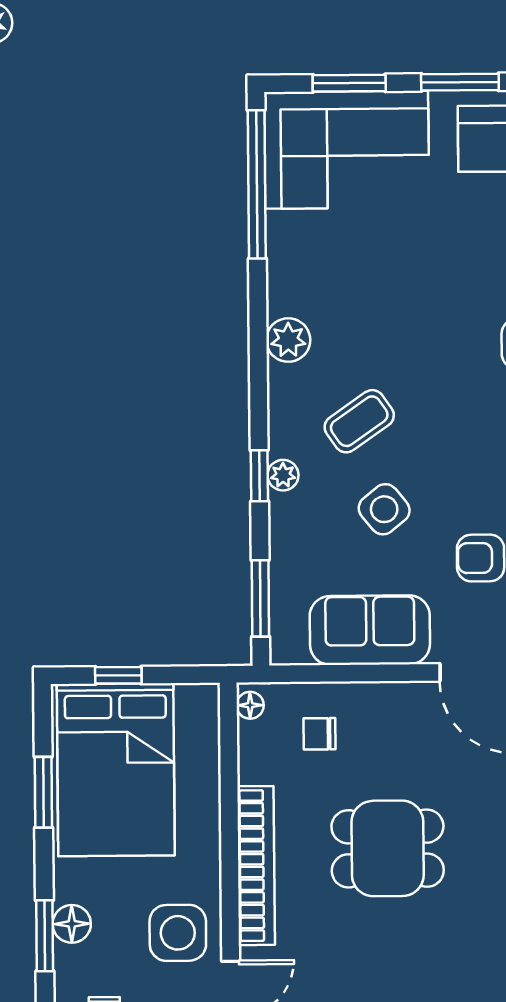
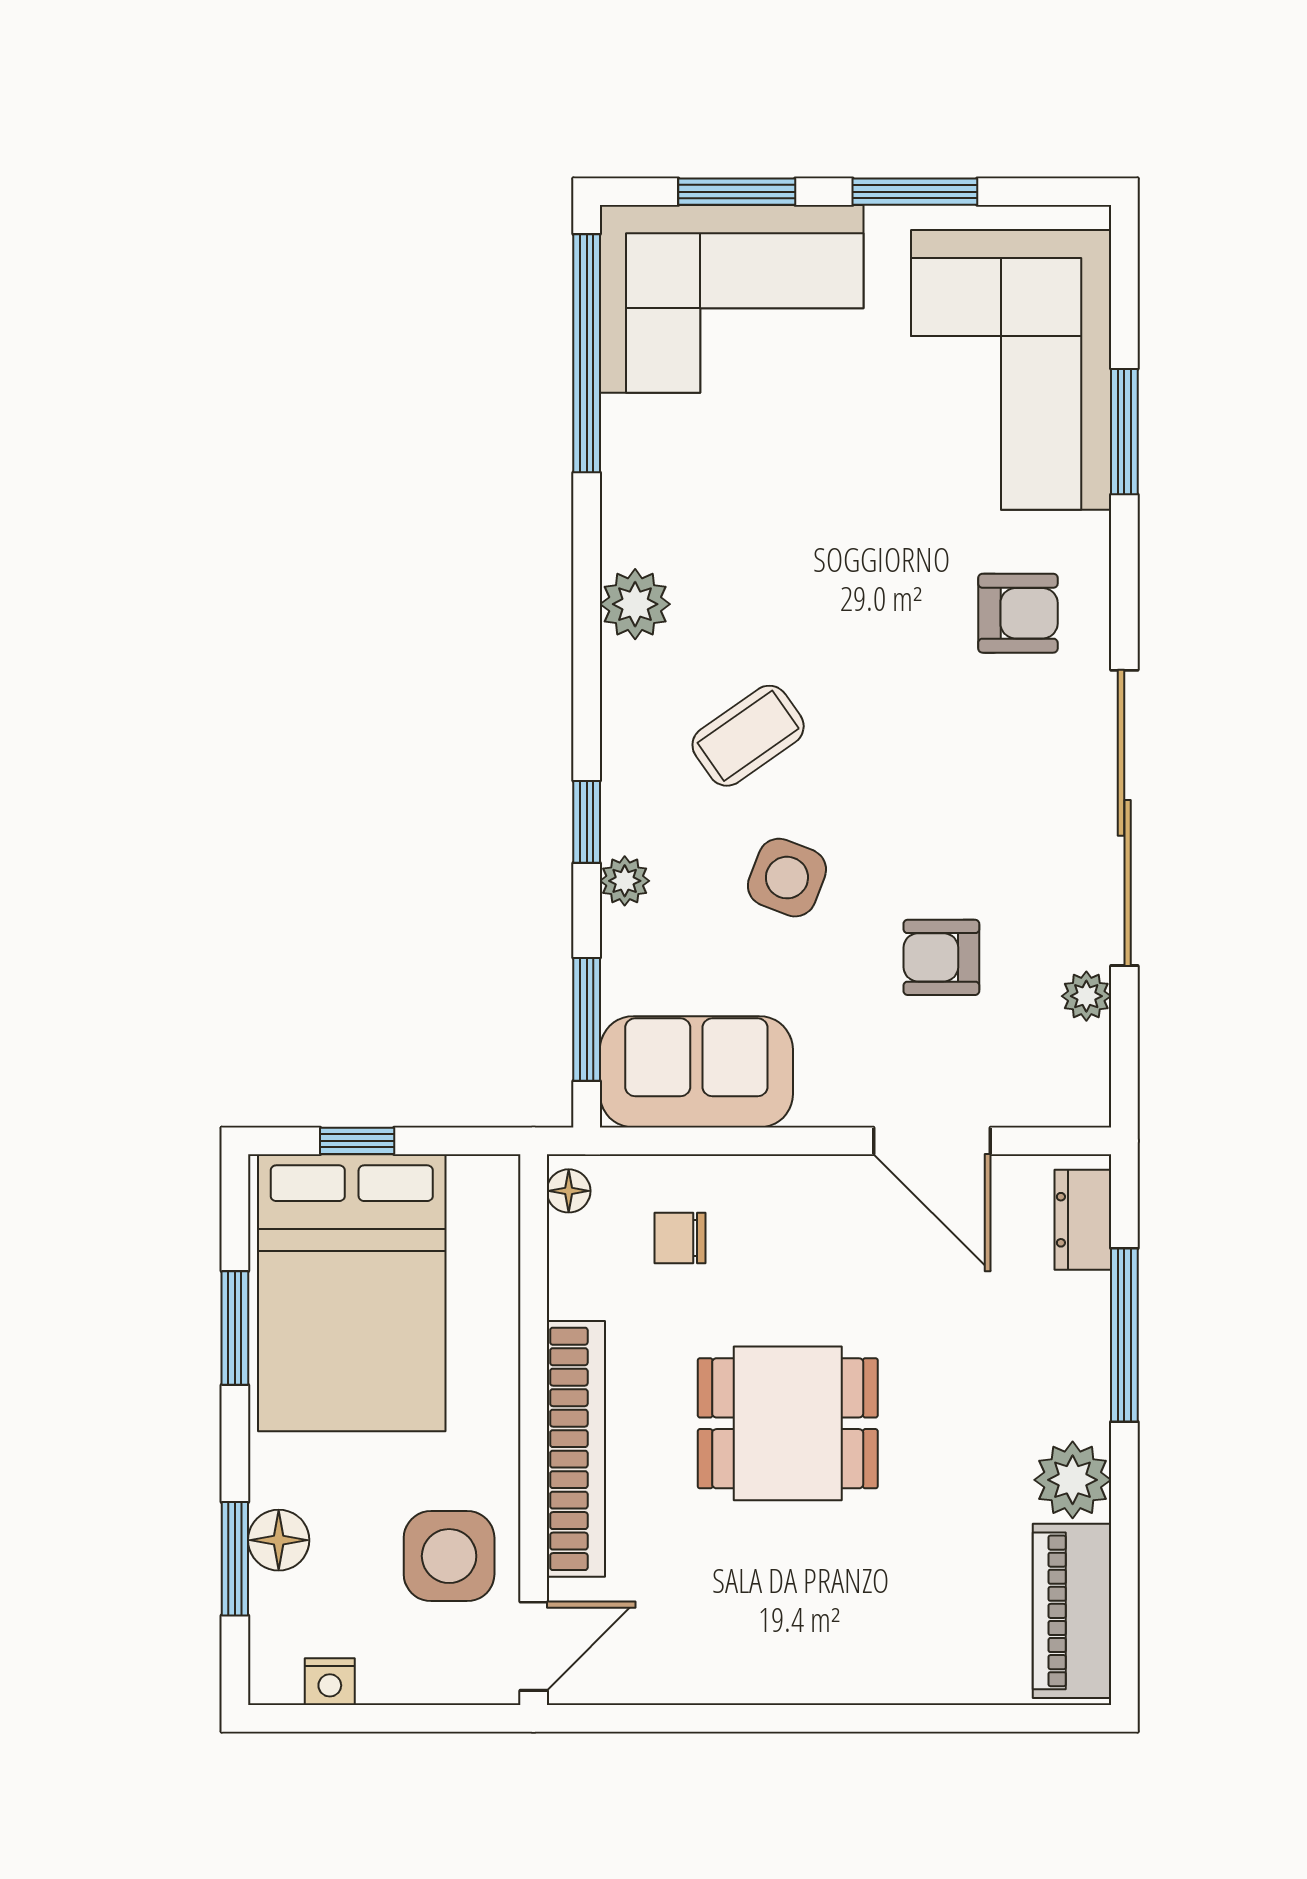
plant: (283, 475) -> (625, 881), moved
side table: (384, 509) -> (787, 878), turned -30
sofa: (370, 630) -> (696, 1072), moved

